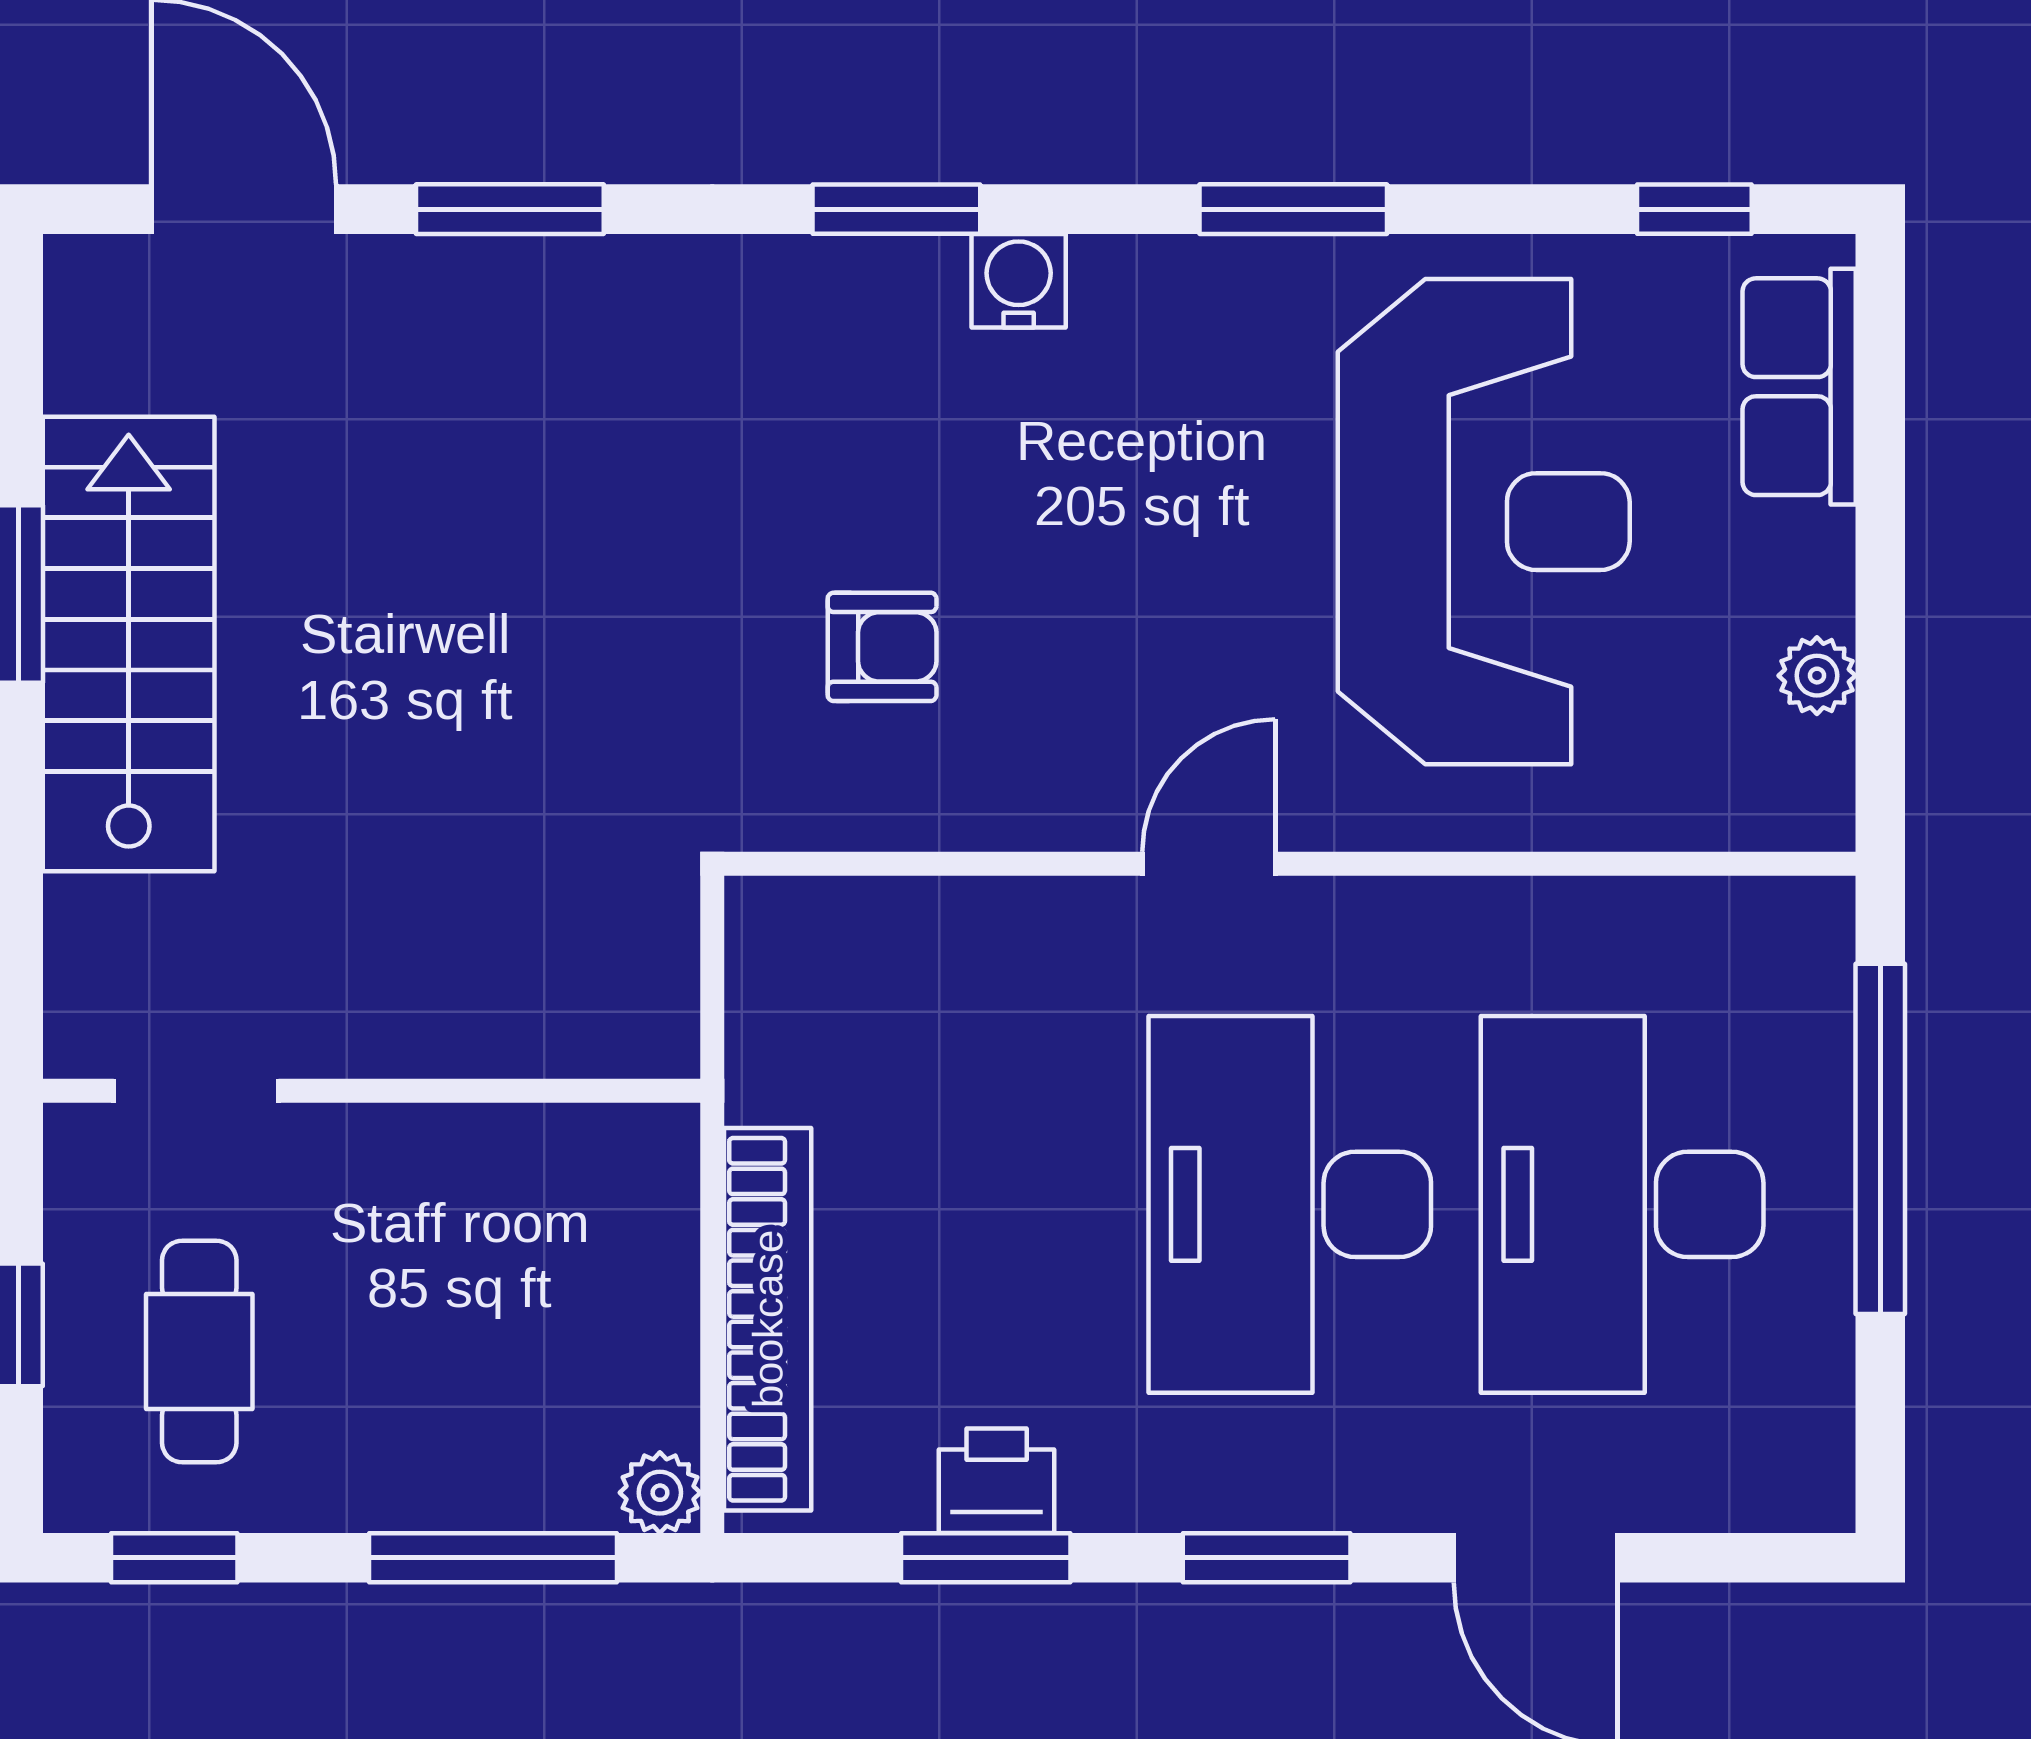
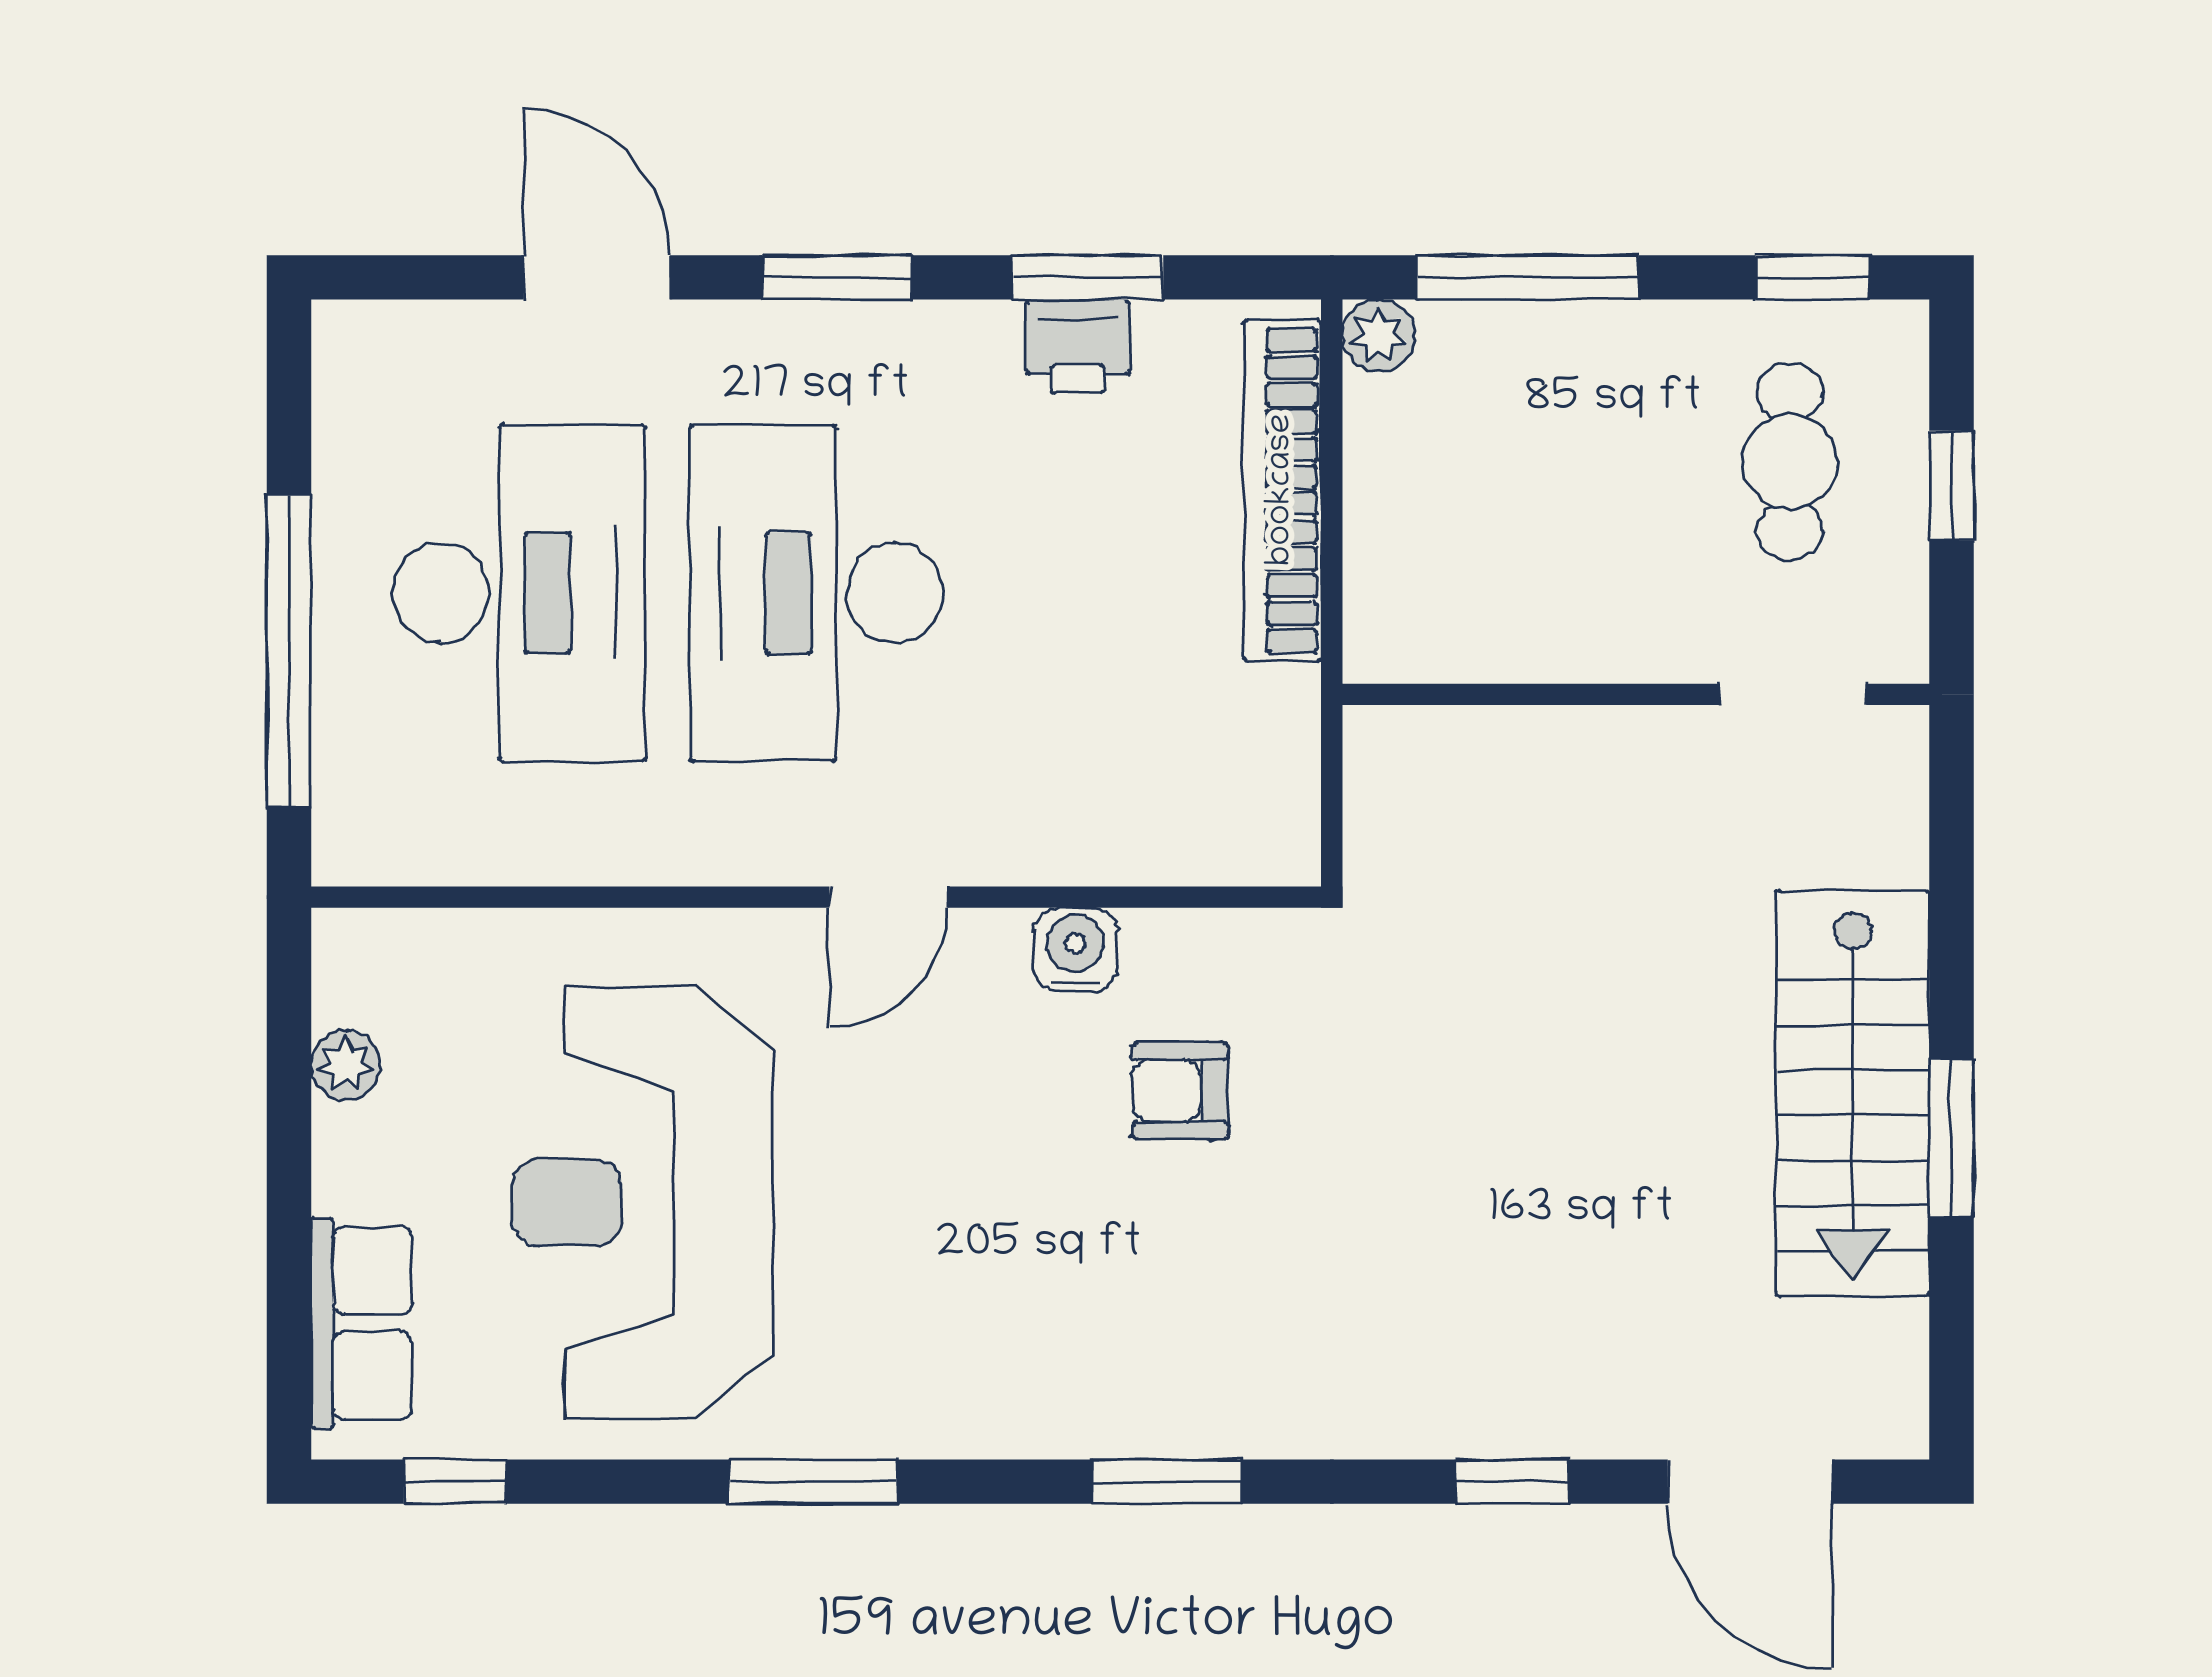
window: (510, 209) -> (1512, 1482), width x0.67
water cooler: (1019, 281) -> (1075, 950), moved, turned 180
desk: (1290, 1204) -> (816, 593), turned 180

